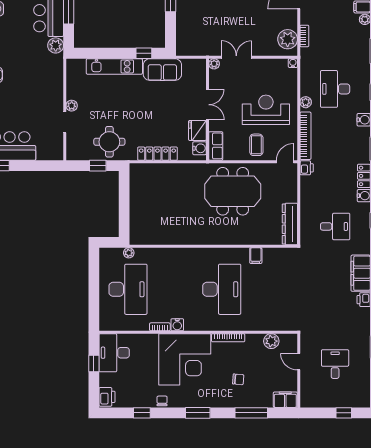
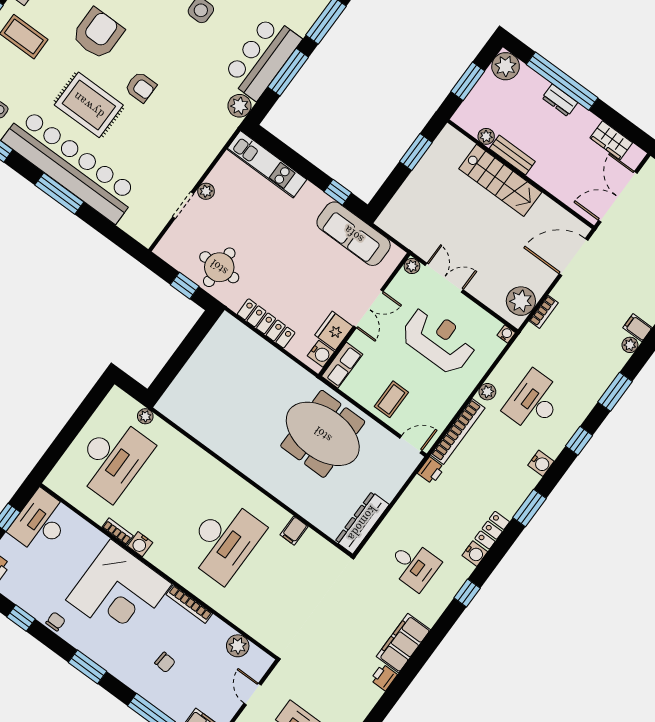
kitchen unit: (114, 66) -> (267, 164), moved
sofa: (162, 70) -> (354, 234), width x1.36
reception desk: (266, 110) -> (439, 340), moved

